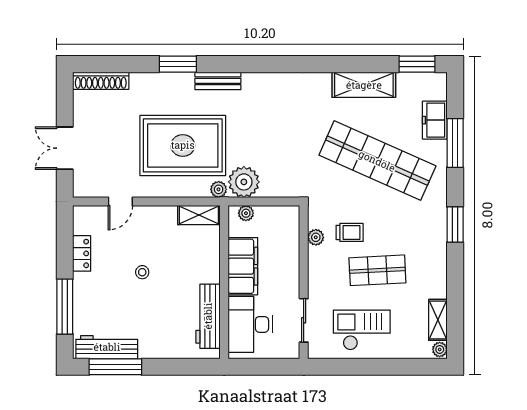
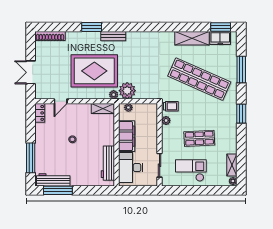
freezer: (435, 120) -> (220, 38), moved, turned -90
trolley: (350, 232) -> (171, 106), moved
locker: (82, 253) -> (40, 113), moved

